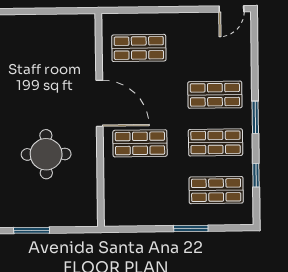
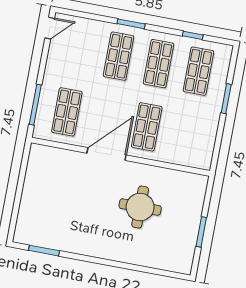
door: (231, 9) -> (50, 28), hinge flipped
window: (140, 10) -> (35, 105), added
window: (255, 117) -> (131, 24), moved

